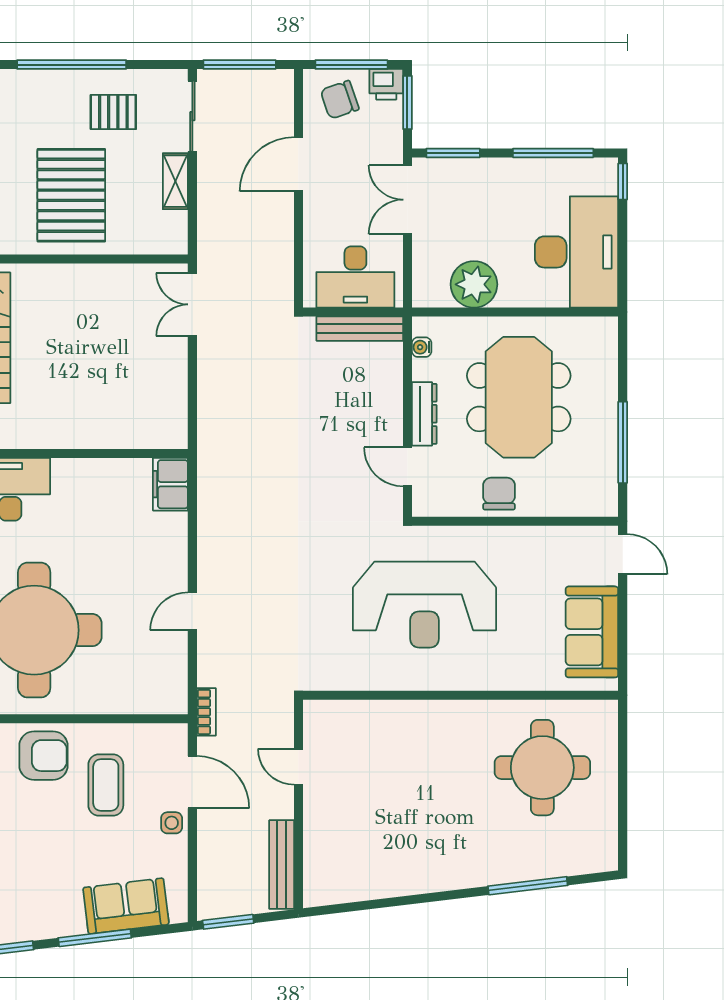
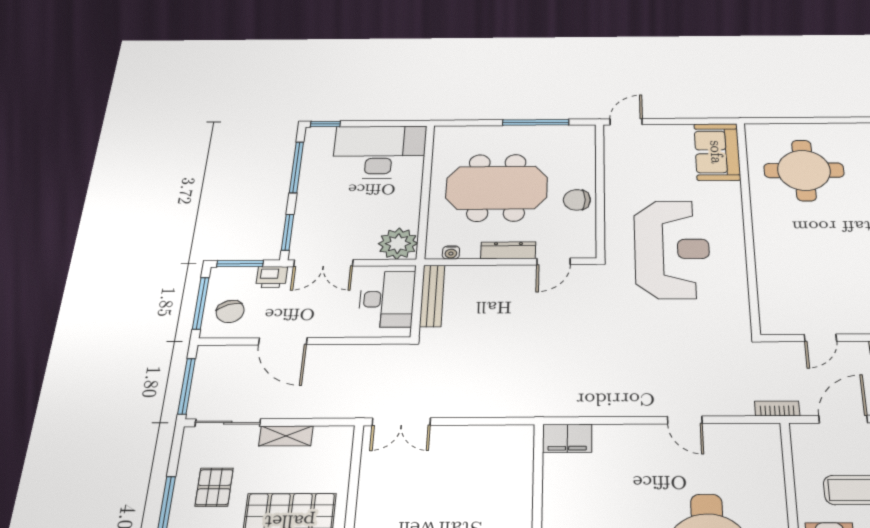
printer: (386, 84) -> (272, 277), moved, turned 90
plant: (474, 284) -> (398, 244), moved
sofa: (592, 632) -> (717, 152), moved, turned 90

